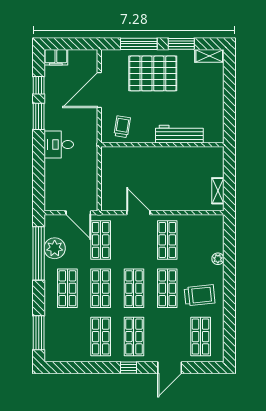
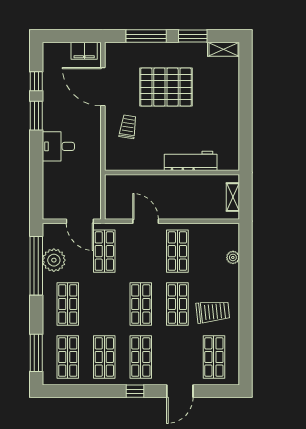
filing cabinet: (56, 57) -> (84, 51), moved
pallet: (153, 73) -> (166, 87), moved
door: (99, 90) -> (103, 87), hinge flipped
workbench: (179, 134) -> (191, 161), moved
wall: (162, 145) -> (172, 173), moved
plant: (218, 259) -> (233, 257), moved
shop shelf: (101, 288) -> (68, 357), moved

